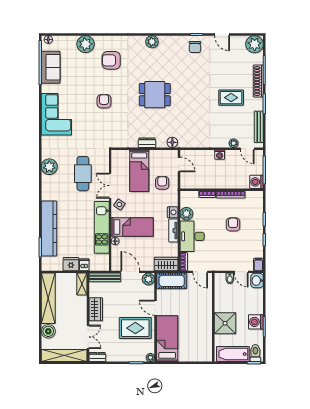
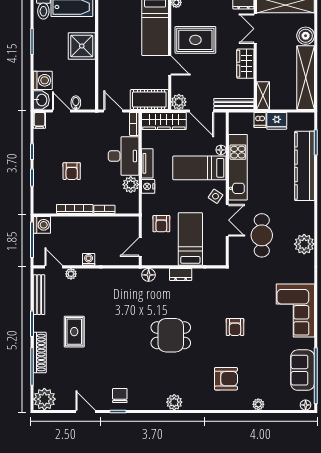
plant: (86, 44) -> (258, 404), width x0.53, depth x0.53
rug: (231, 98) -> (74, 332), turned 90
door: (179, 164) -> (140, 247), hinge flipped
wardrobe: (166, 264) -> (164, 121), width x1.50
washing machine: (256, 322) -> (43, 80), moved

